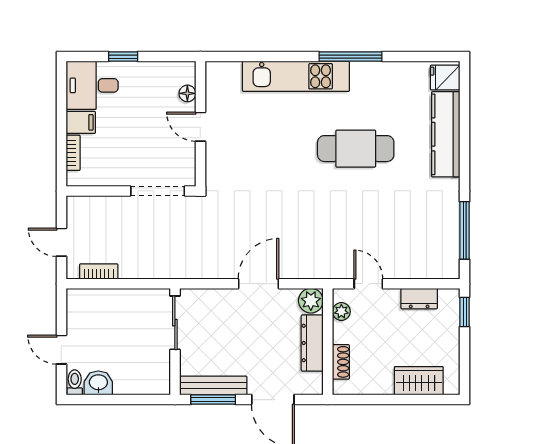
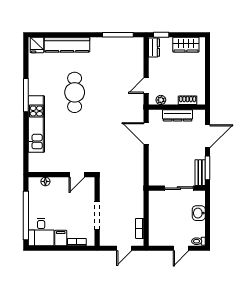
window: (123, 57) -> (26, 216), width x3.17
door: (200, 127) -> (77, 175), moved
doorway: (158, 191) -> (97, 216), moved
door: (258, 284) -> (146, 133), moved
dresser: (419, 299) -> (154, 48), moved
plant: (311, 301) -> (155, 116), removed
sliding door: (175, 323) -> (179, 188), moved
wardrobe: (419, 381) -> (186, 45), moved, turned -90
washbasin: (98, 383) -> (199, 213), moved
bench: (213, 385) -> (200, 173), width x0.73

